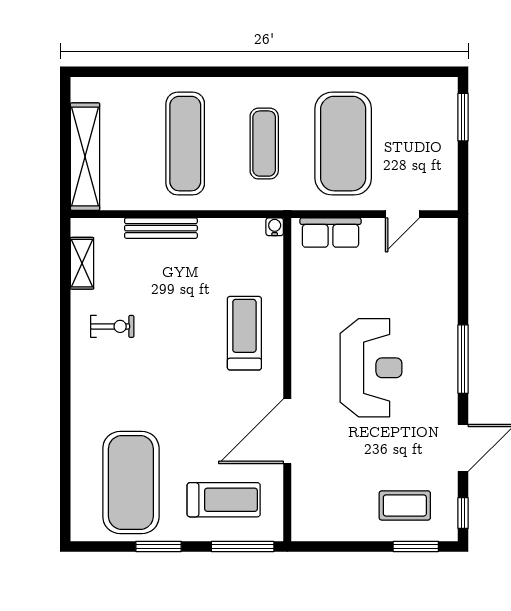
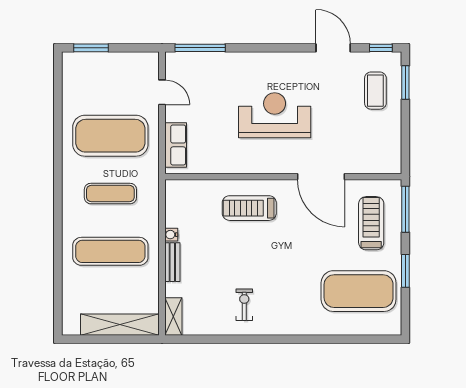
water cooler: (275, 227) -> (171, 235), moved
bench: (161, 228) -> (172, 262), width x0.73
shelving: (82, 263) -> (173, 316), moved, turned 90
window: (463, 359) -> (200, 48), moved

